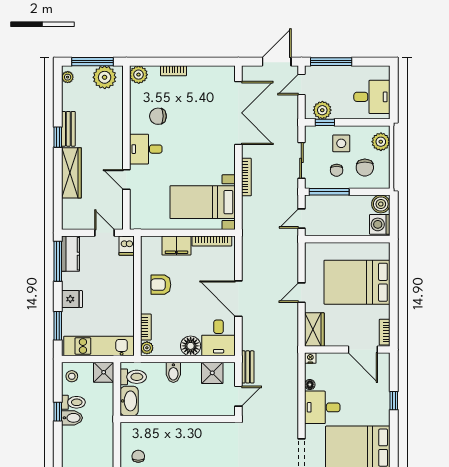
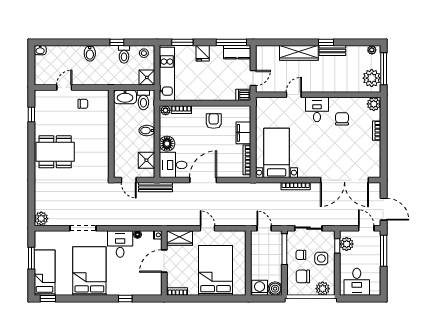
door: (363, 350) -> (164, 261), moved
bench: (248, 367) -> (155, 187), width x1.36
bidet: (72, 418) -> (90, 53), moved

